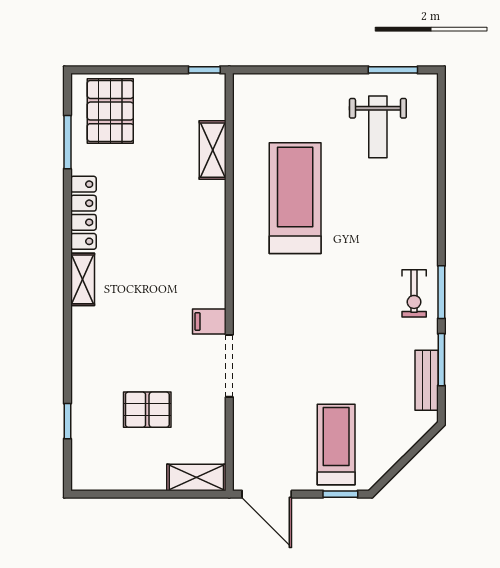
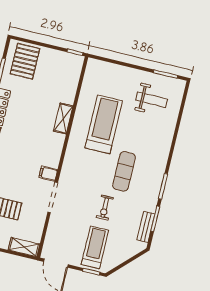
weight bench: (378, 127) -> (152, 100), turned -90
shelving: (213, 150) -> (63, 119), moved
exercise mat: (357, 281) -> (124, 171), added
exercise bike: (414, 293) -> (105, 208), moved

